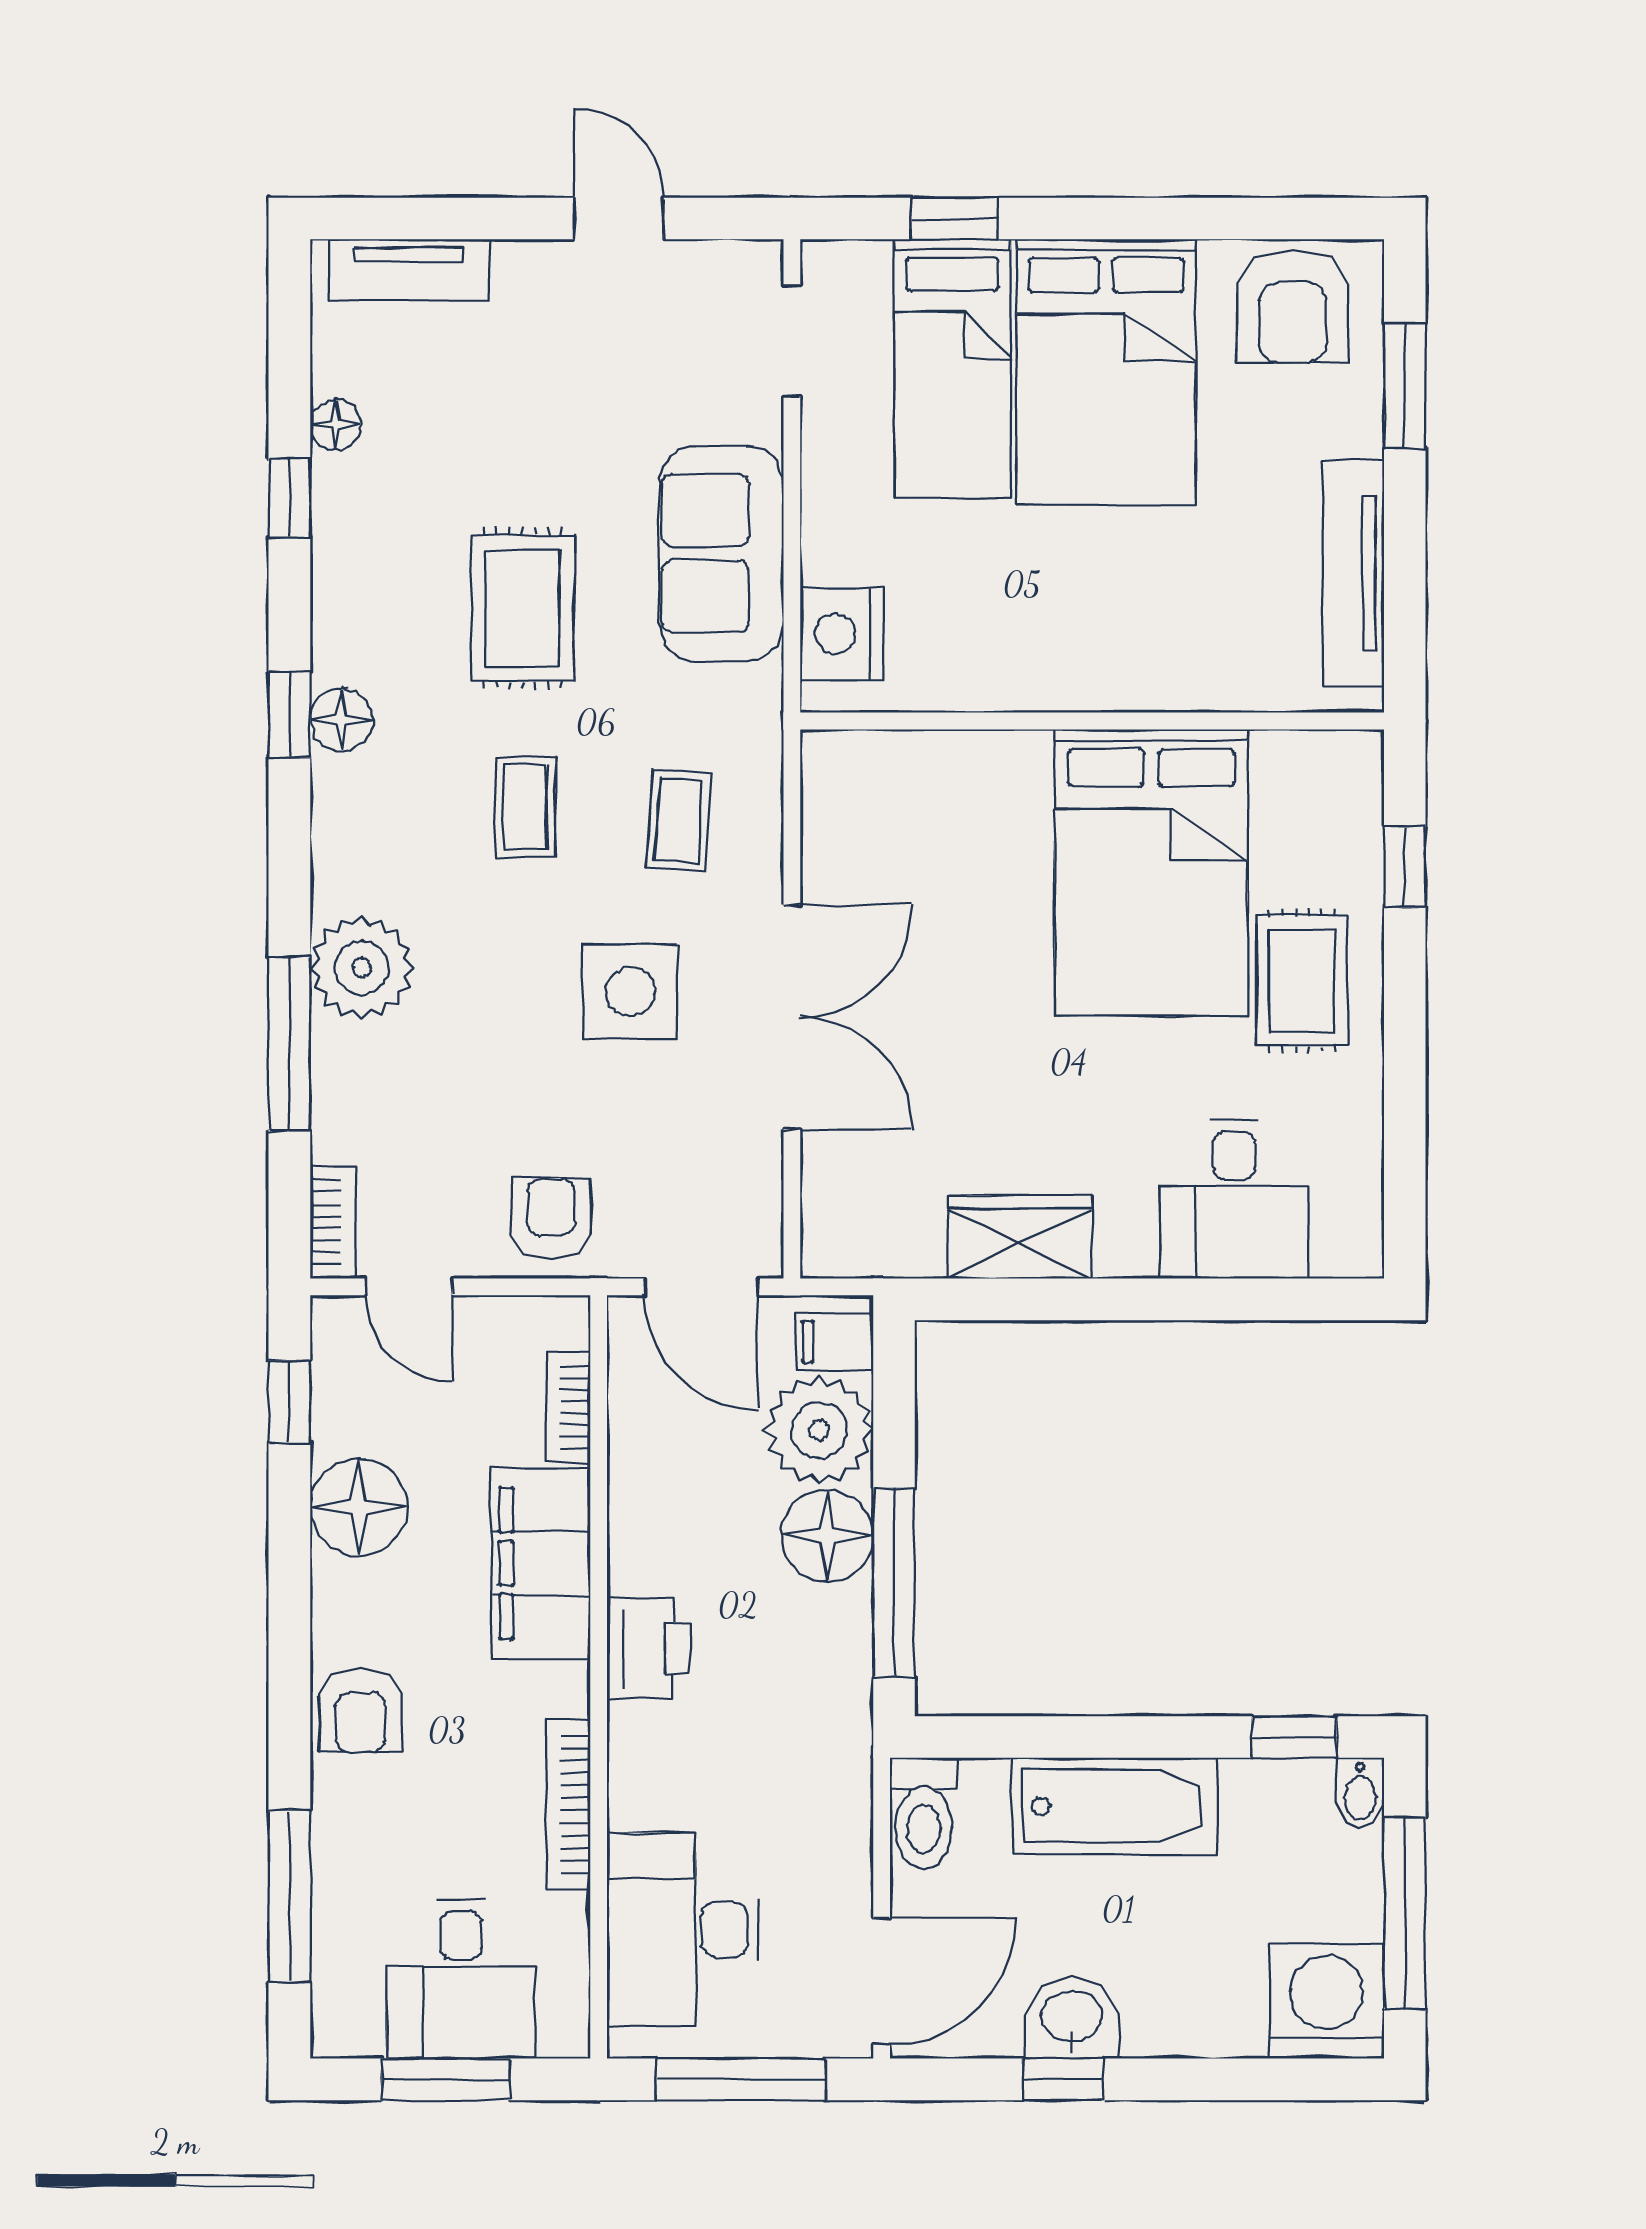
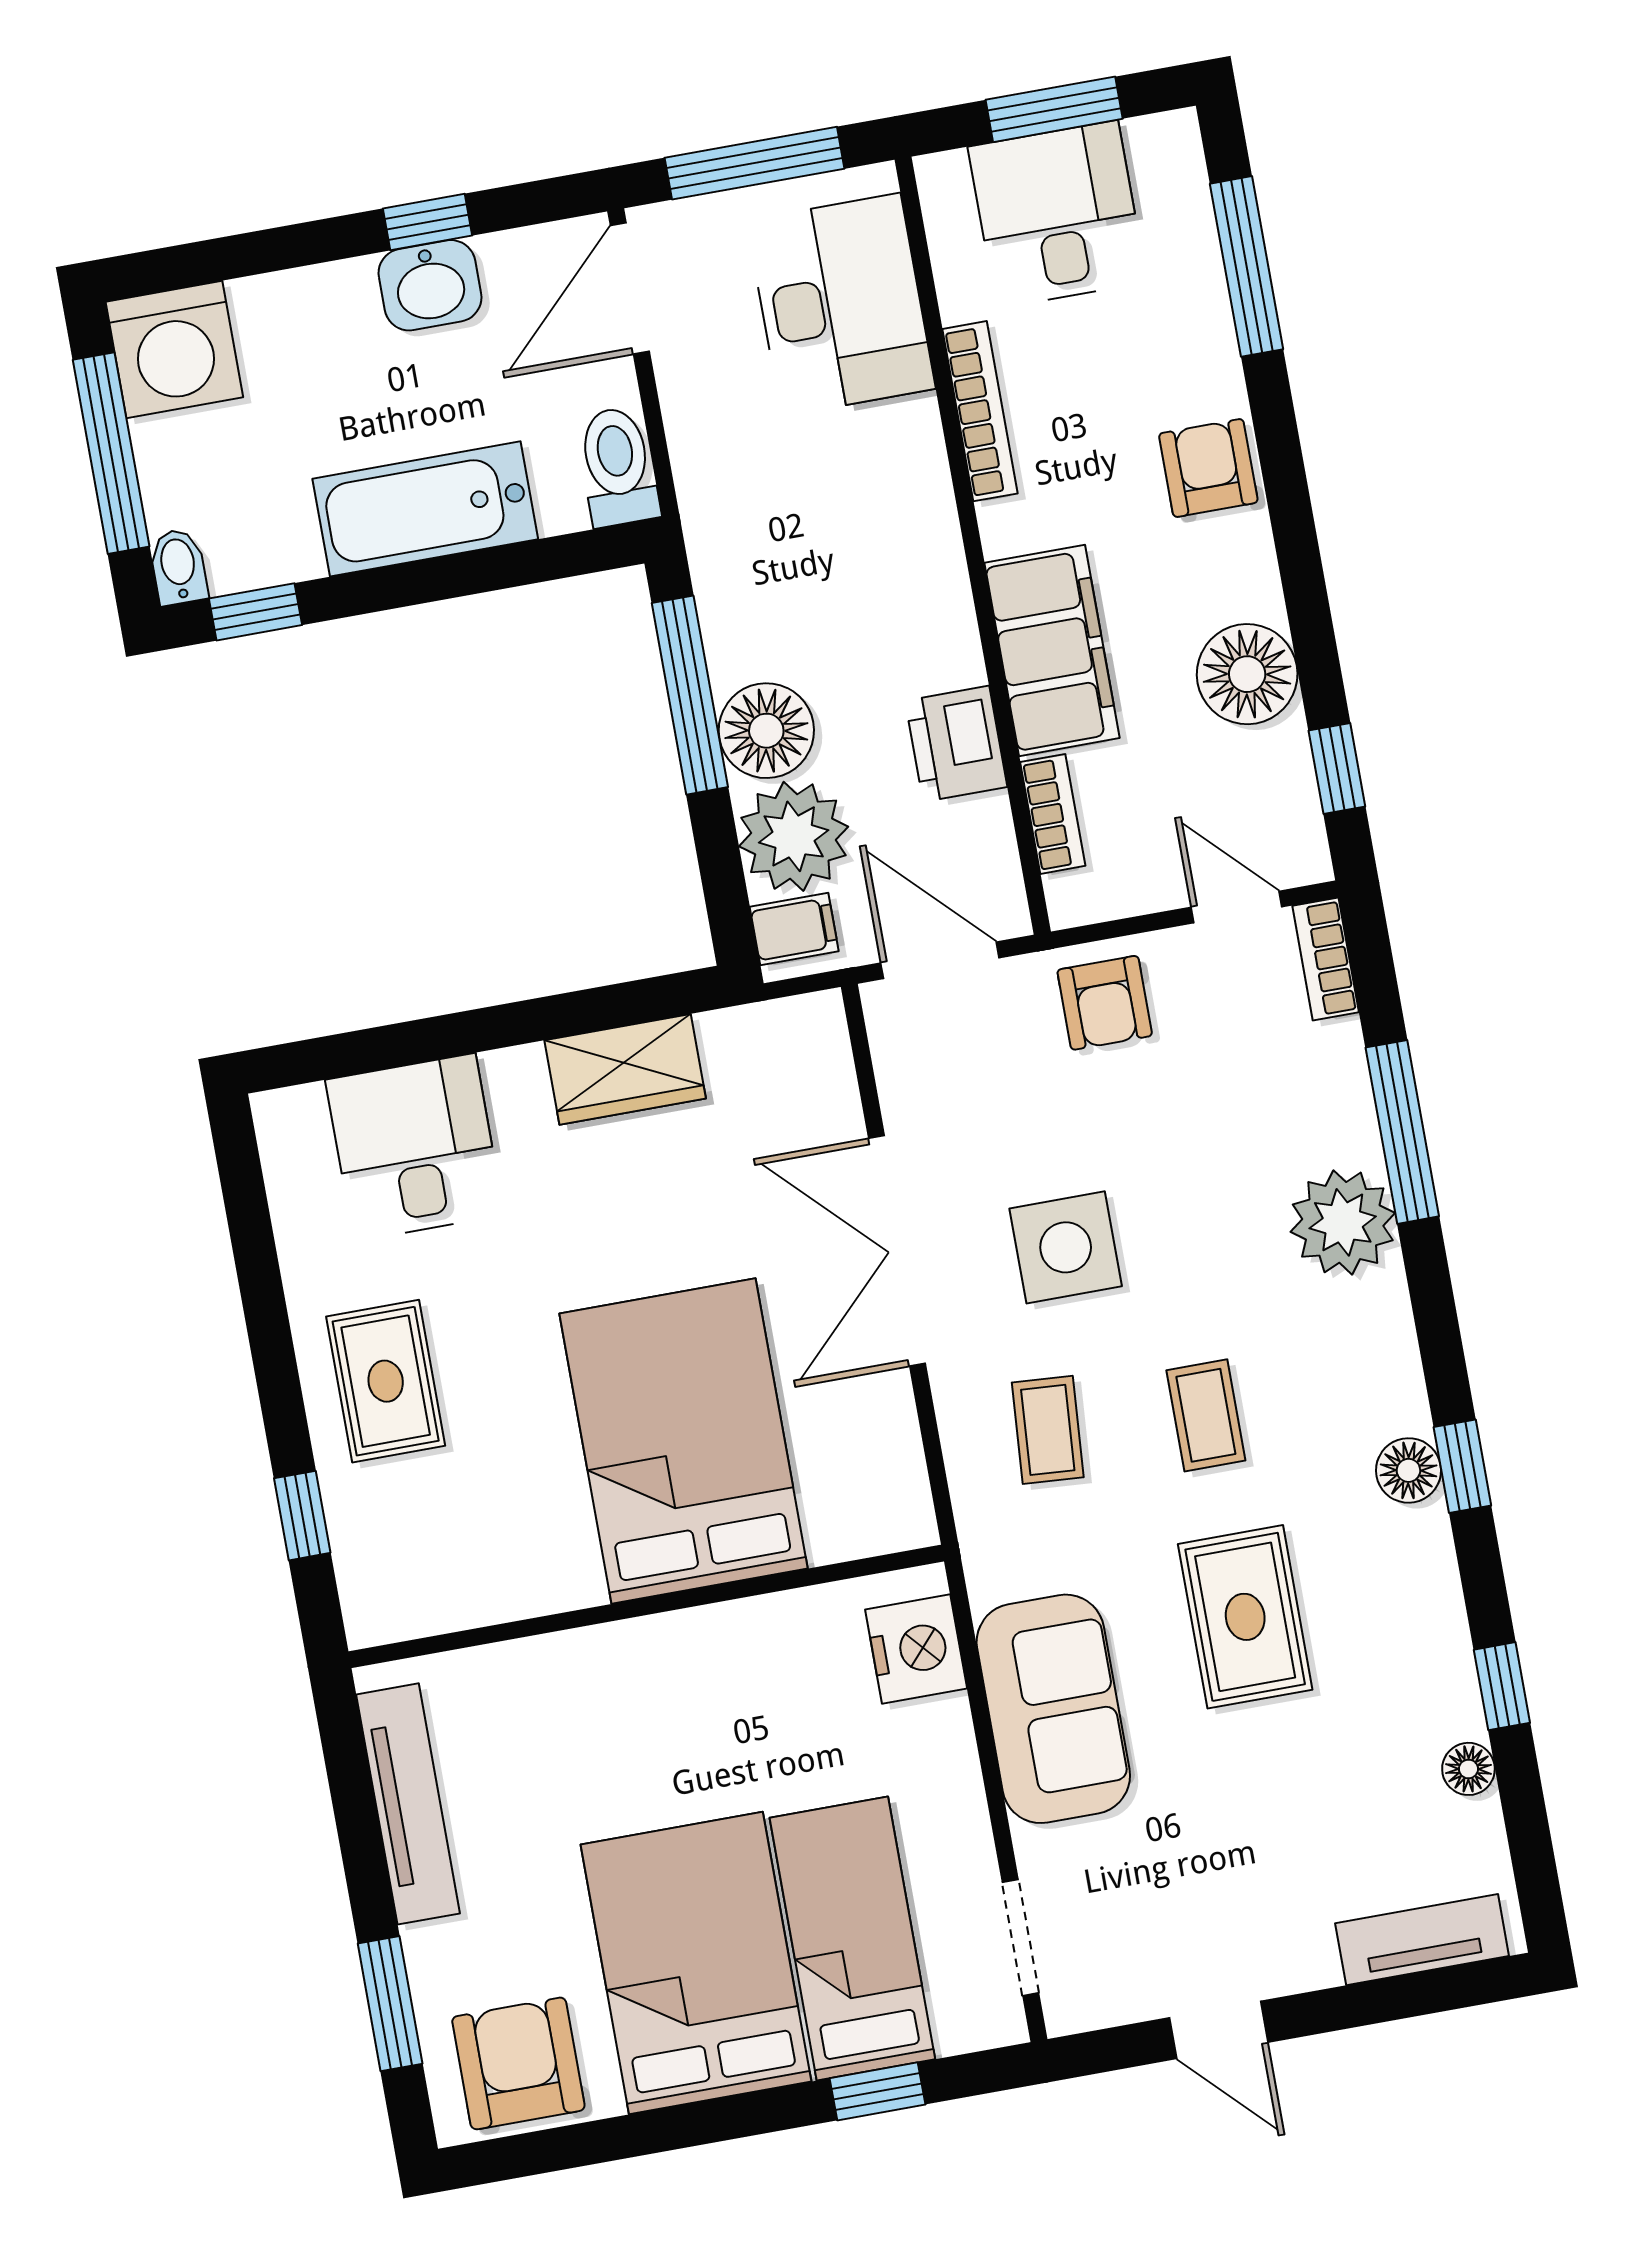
bed: (1151, 872) -> (684, 1441), moved
printer: (648, 1648) -> (956, 744), moved

